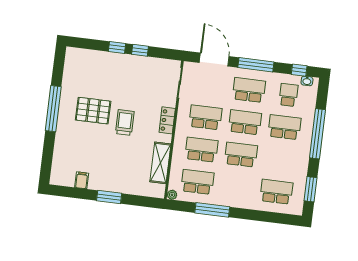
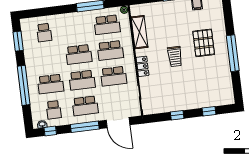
window: (117, 47) -> (209, 111), moved
pallet: (93, 111) -> (204, 43), moved, turned 90
school desk: (276, 192) -> (44, 33), width x0.54

